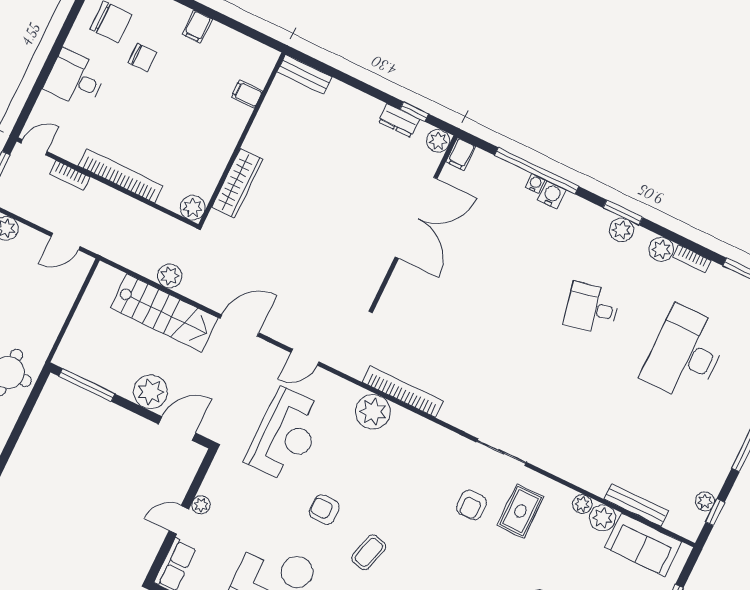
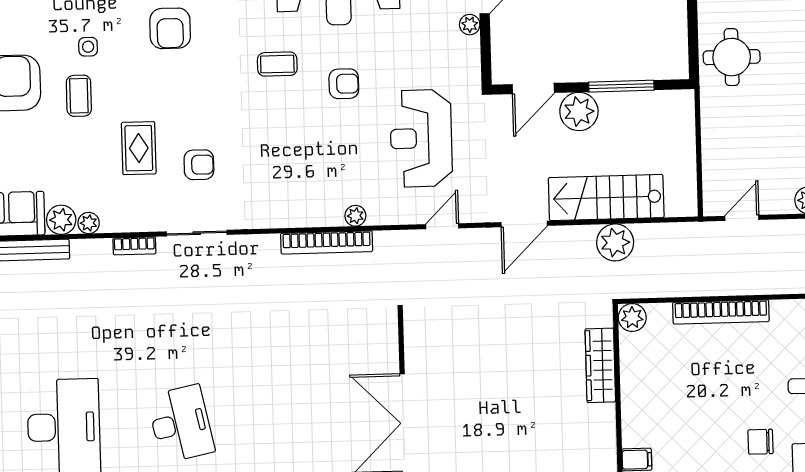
bookcase: (70, 175) -> (134, 246), moved, turned 180
plant: (170, 276) -> (615, 242), width x1.36, depth x1.36
desk: (592, 308) -> (181, 424), width x1.37
window: (87, 385) -> (621, 86), moved
plant: (373, 412) -> (355, 216), width x0.53, depth x0.53
armchair: (472, 505) -> (199, 165), turned 90
rug: (521, 511) -> (139, 148), moved
coffee table: (369, 552) -> (277, 64), turned 75

